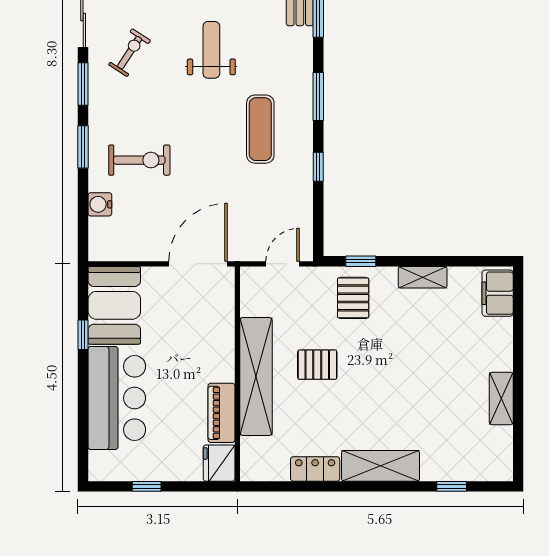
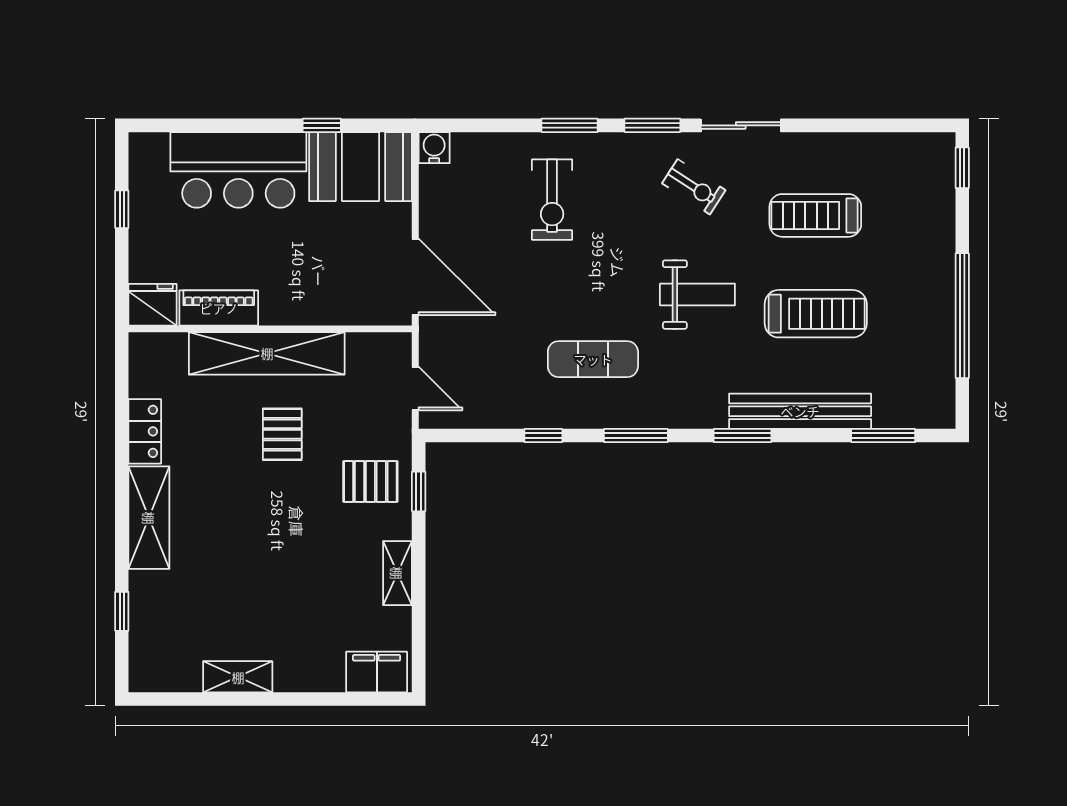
water cooler: (100, 204) -> (434, 148), moved

